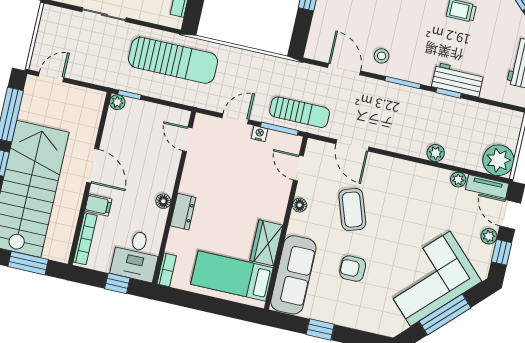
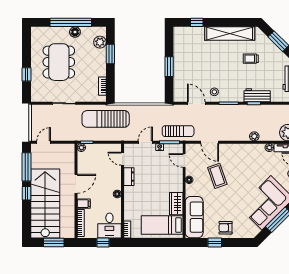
sun lounger: (173, 60) -> (106, 119), turned 180
door: (93, 166) -> (76, 184), hinge flipped
dresser: (183, 212) -> (129, 177), moved
armchair: (353, 269) -> (226, 228), moved

